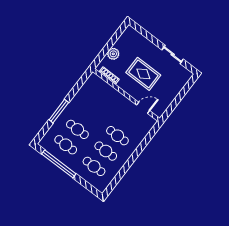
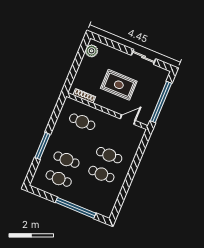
plant: (113, 54) -> (92, 51), moved
window: (178, 100) -> (161, 102), added
window: (59, 164) -> (76, 208), moved
cafe table: (94, 166) -> (82, 122), moved

